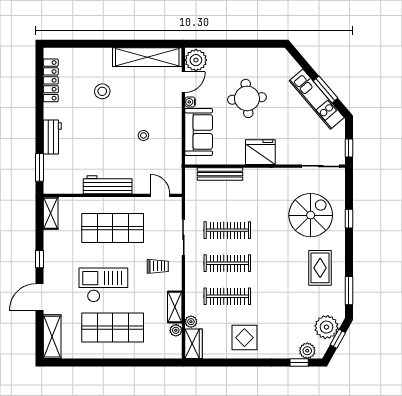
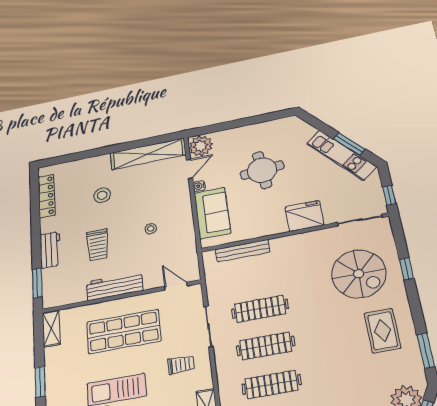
trolley: (95, 141) -> (98, 245), added
fridge: (260, 152) -> (304, 216), moved
spiral stairs: (311, 215) -> (359, 274), turned 90
window: (39, 259) -> (40, 382), width x1.50

